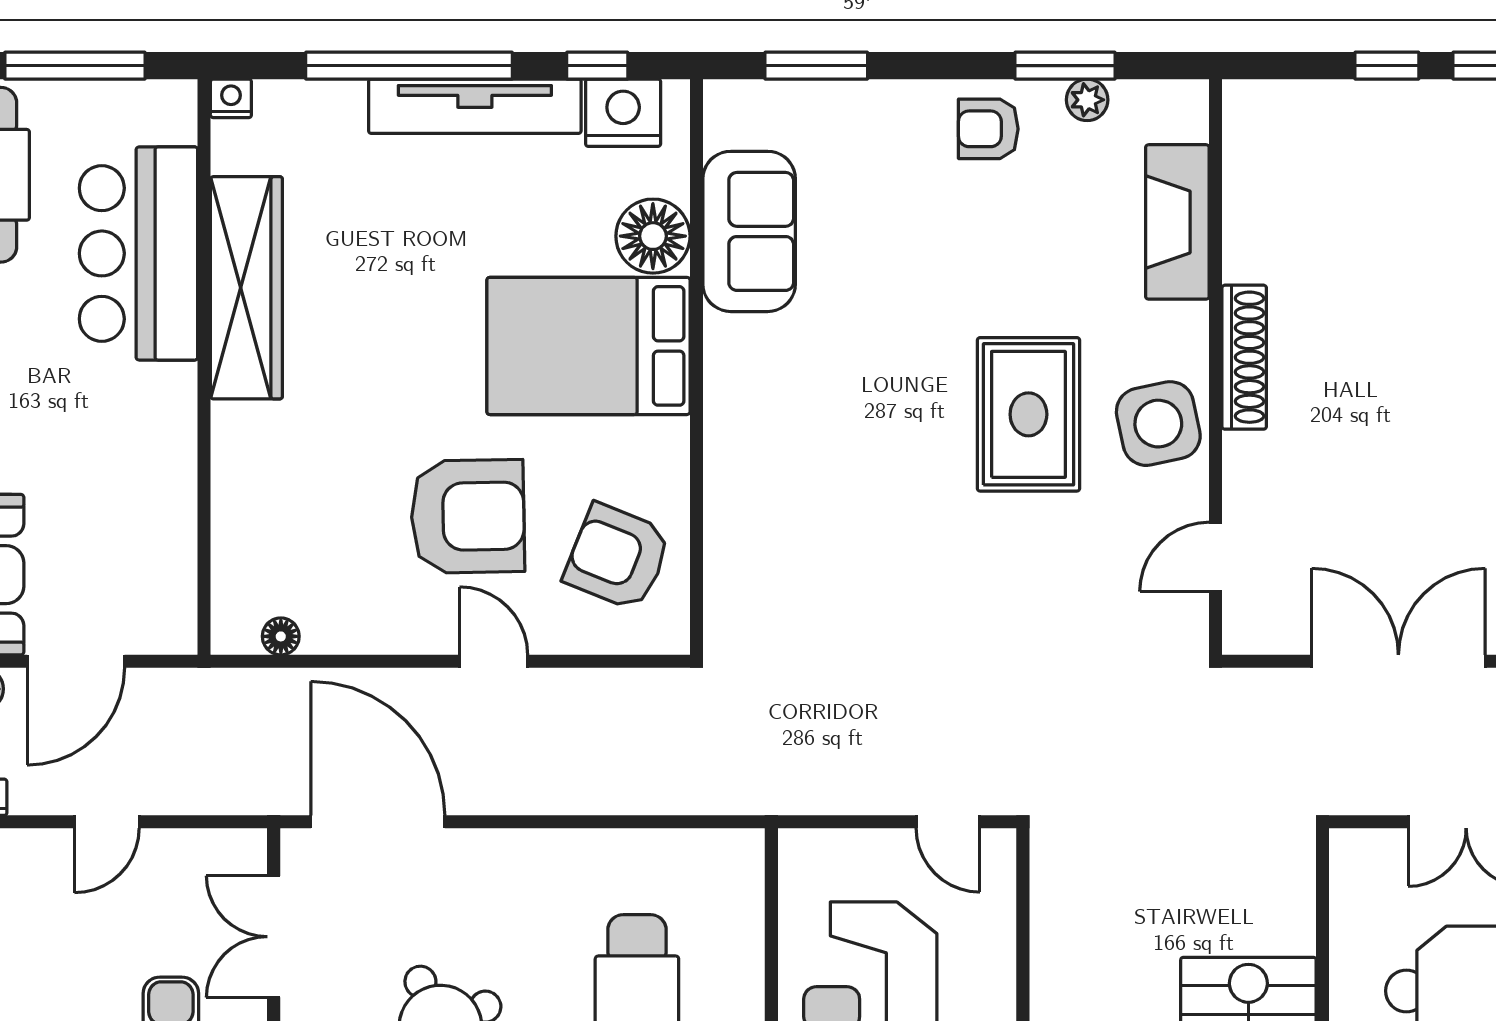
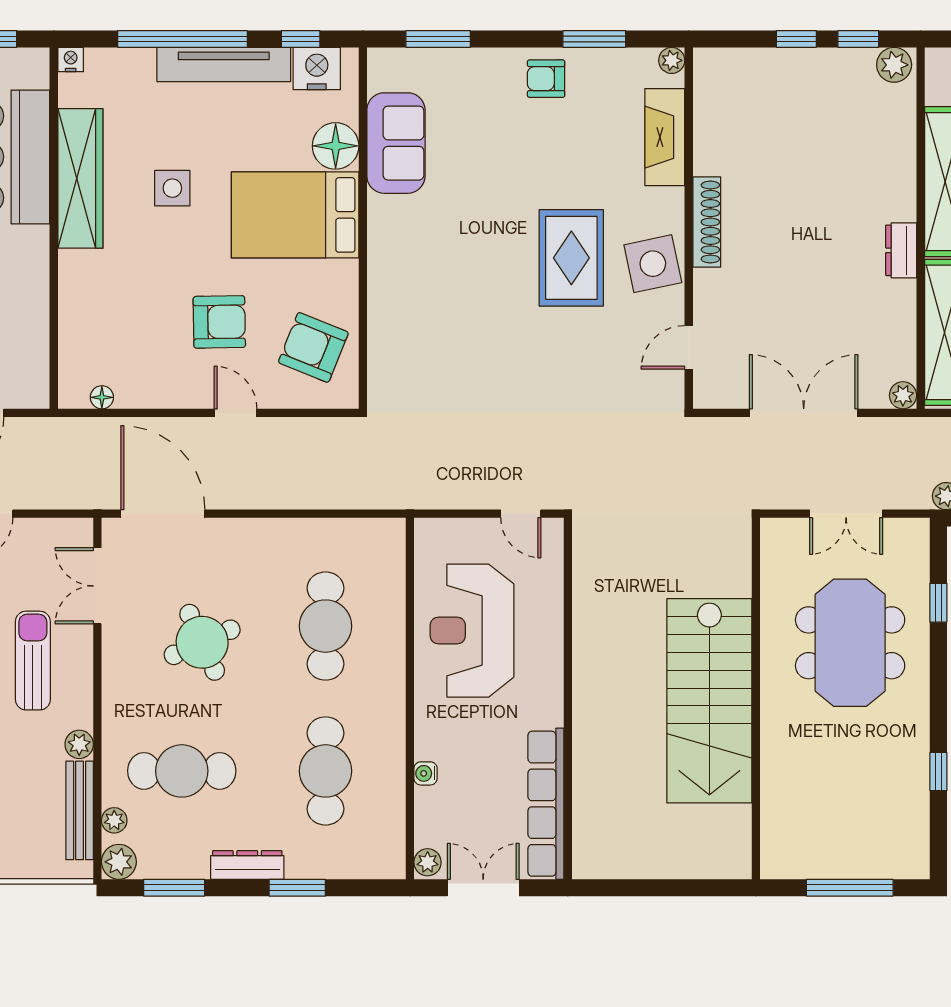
plant: (1087, 100) -> (672, 60), moved
side table: (393, 303) -> (172, 188), added
armchair: (468, 516) -> (219, 322), width x0.73, depth x0.73

